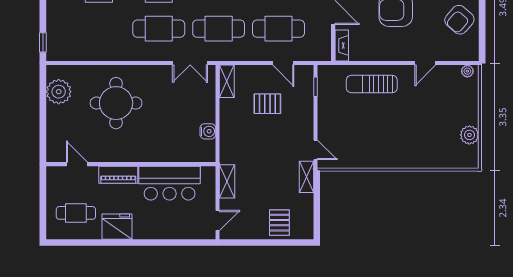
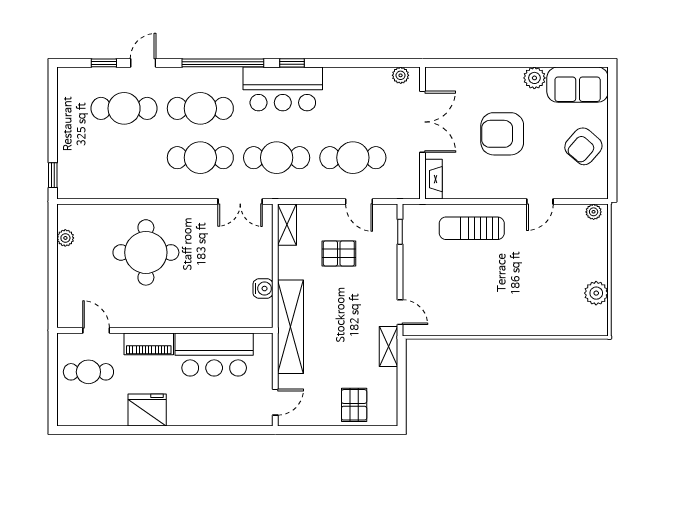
plant: (59, 92) -> (65, 238), width x0.53, depth x0.53
shelving: (227, 181) -> (291, 327), width x2.20, depth x1.33
cafe table: (76, 213) -> (88, 372), moved

